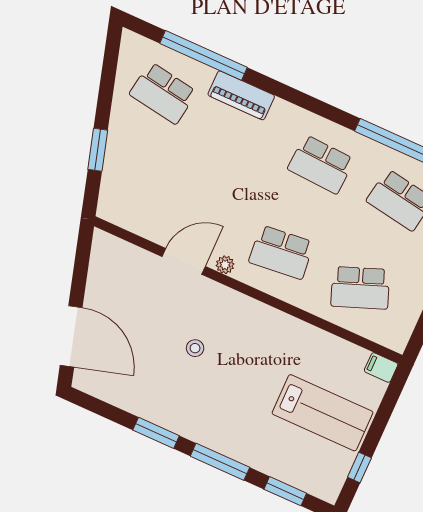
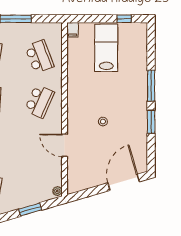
school desk: (281, 252) -> (39, 101), turned 30
plant: (225, 265) -> (57, 191), moved
window: (285, 491) -> (151, 49), removed

